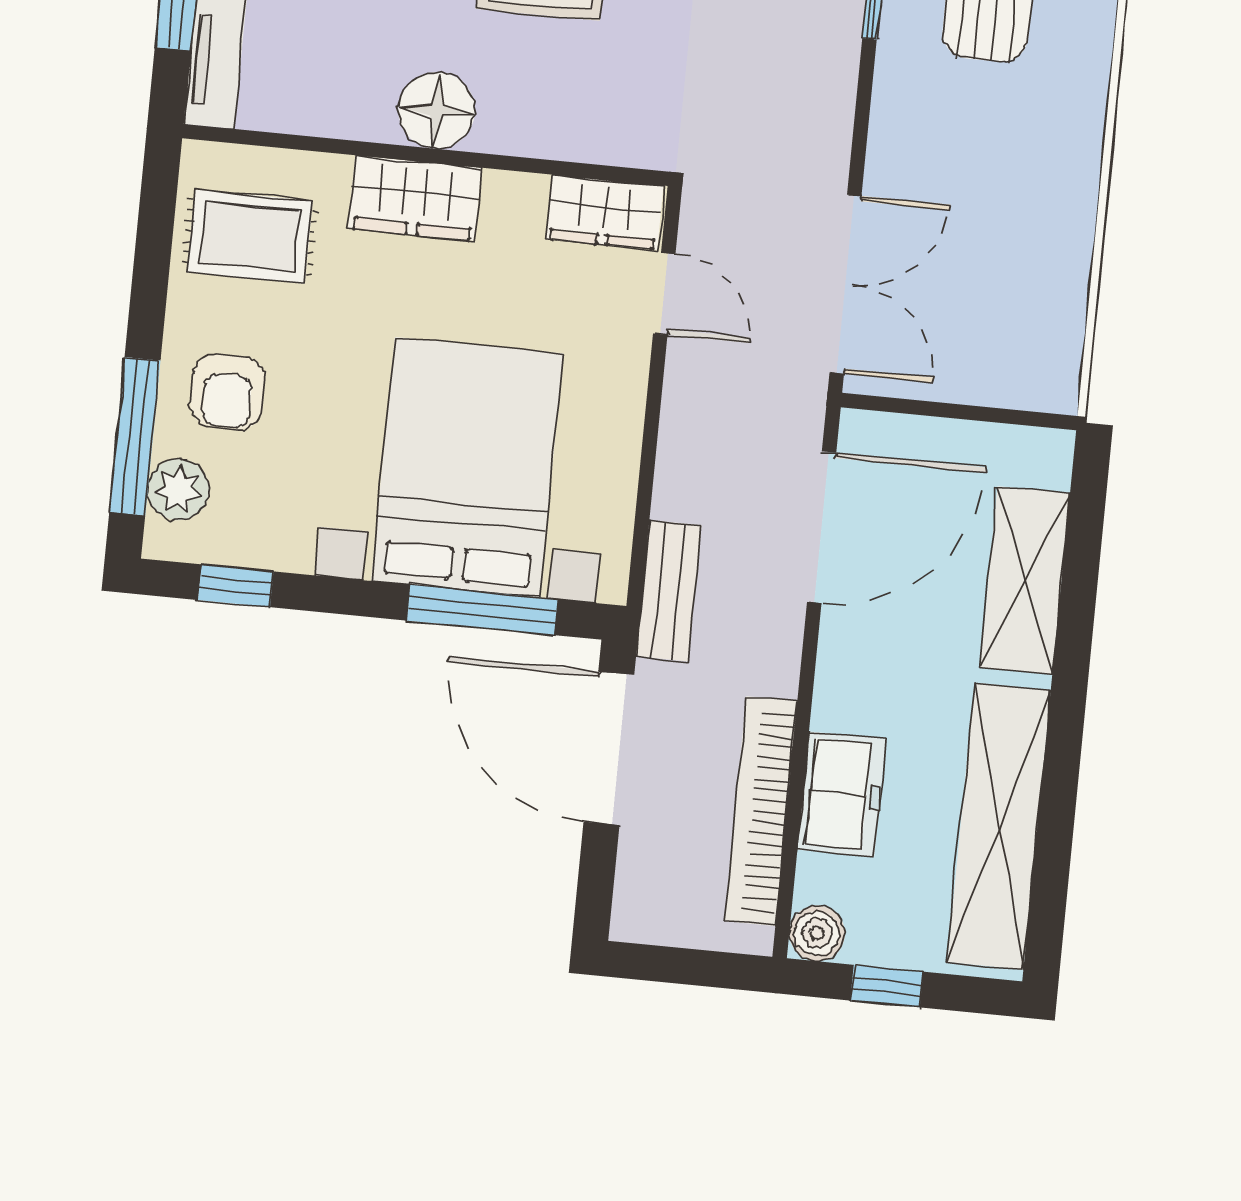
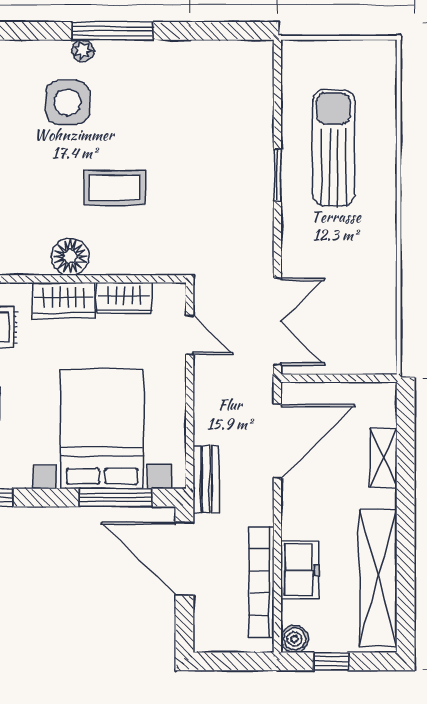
wardrobe: (605, 212) -> (124, 298), moved
shelving: (1025, 580) -> (383, 457), width x0.67, depth x0.75

